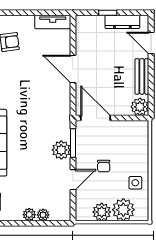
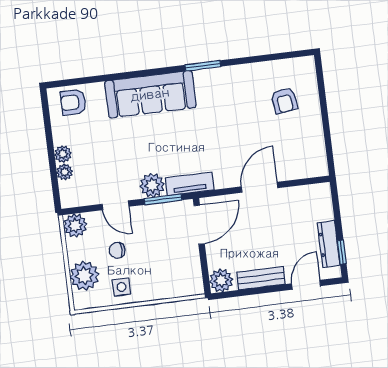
window: (108, 13) -> (342, 252), moved
tv unit: (53, 22) -> (190, 184), moved, turned 90
chair: (104, 166) -> (117, 250), moved
plant: (102, 212) -> (75, 225), moved

